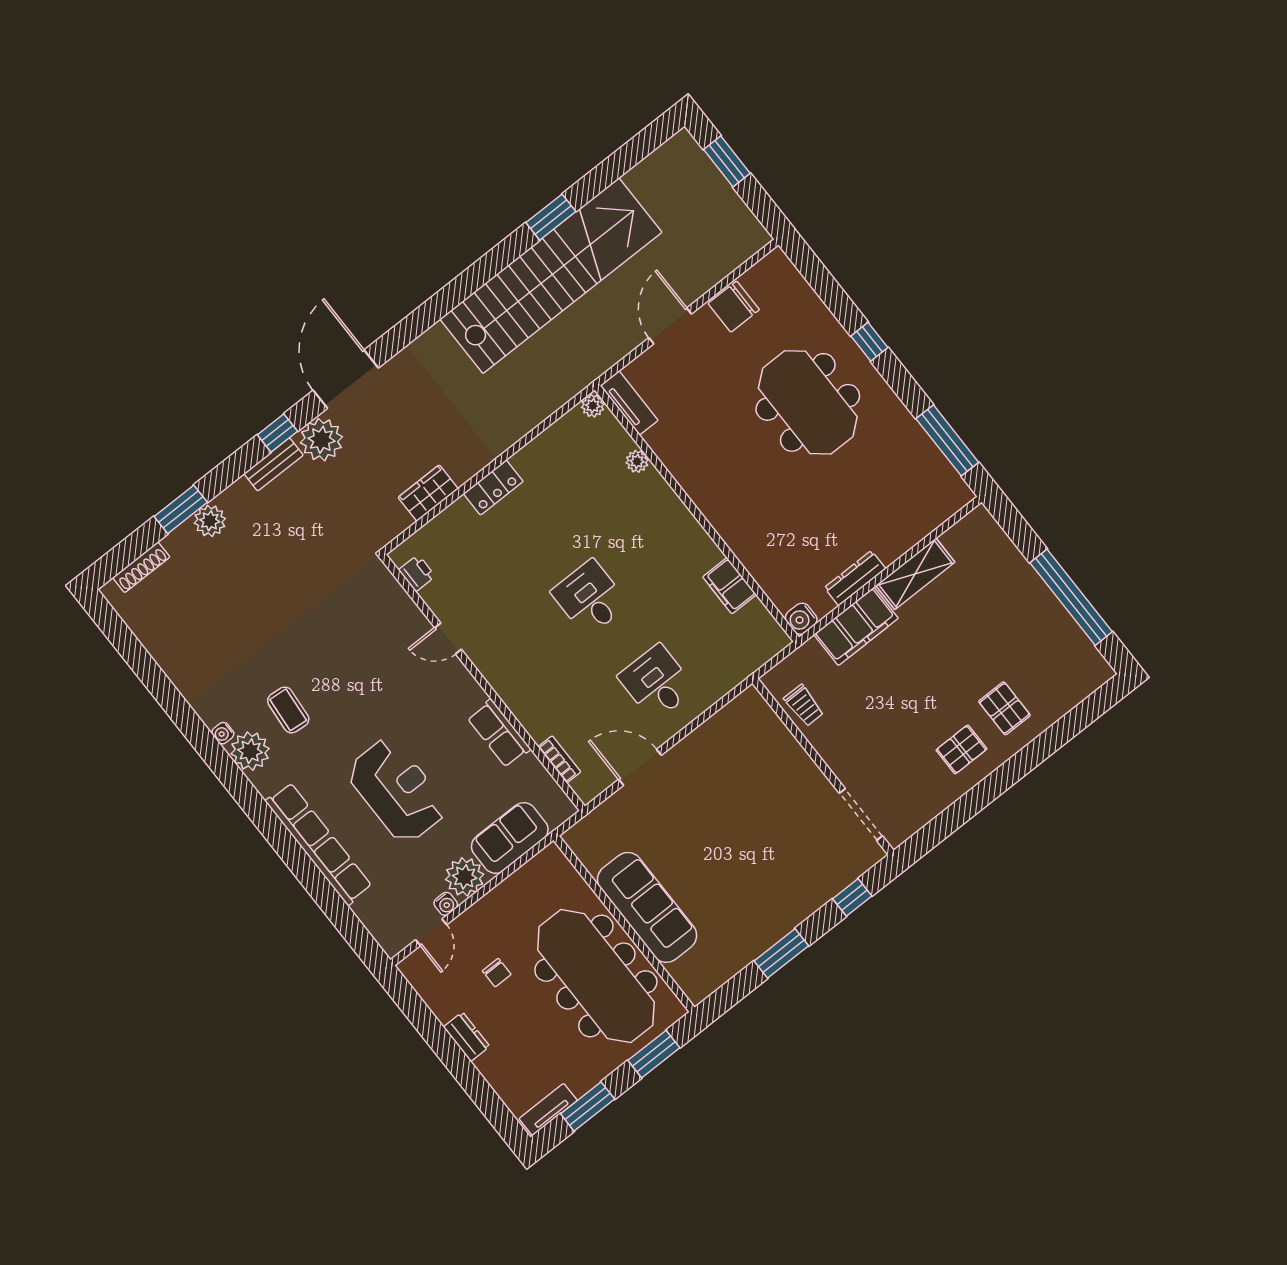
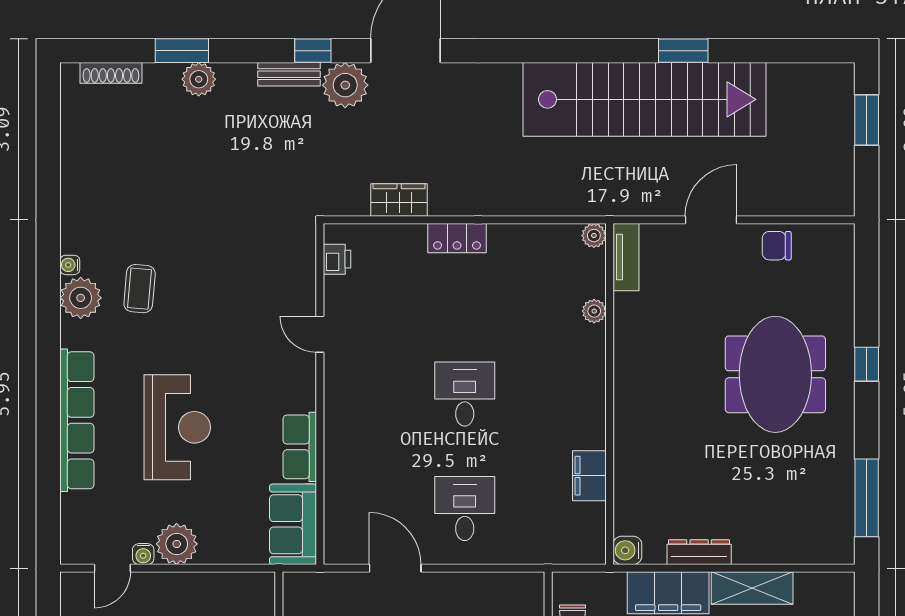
chair: (734, 307) -> (777, 246), width x0.73, depth x0.73
bookcase: (559, 759) -> (333, 508), removed
sofa: (510, 838) -> (293, 524), moved, turned -90

